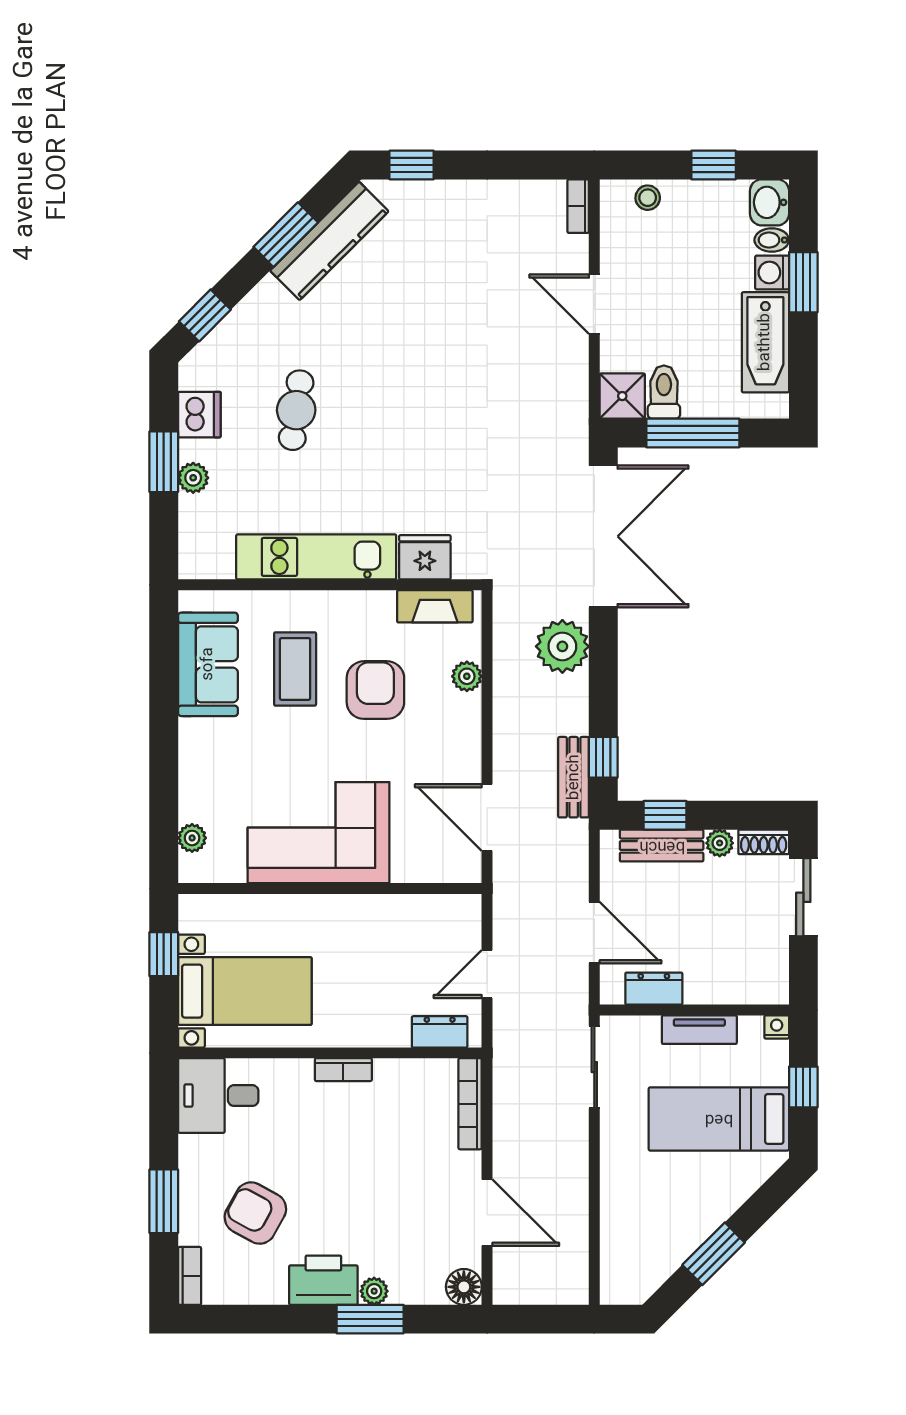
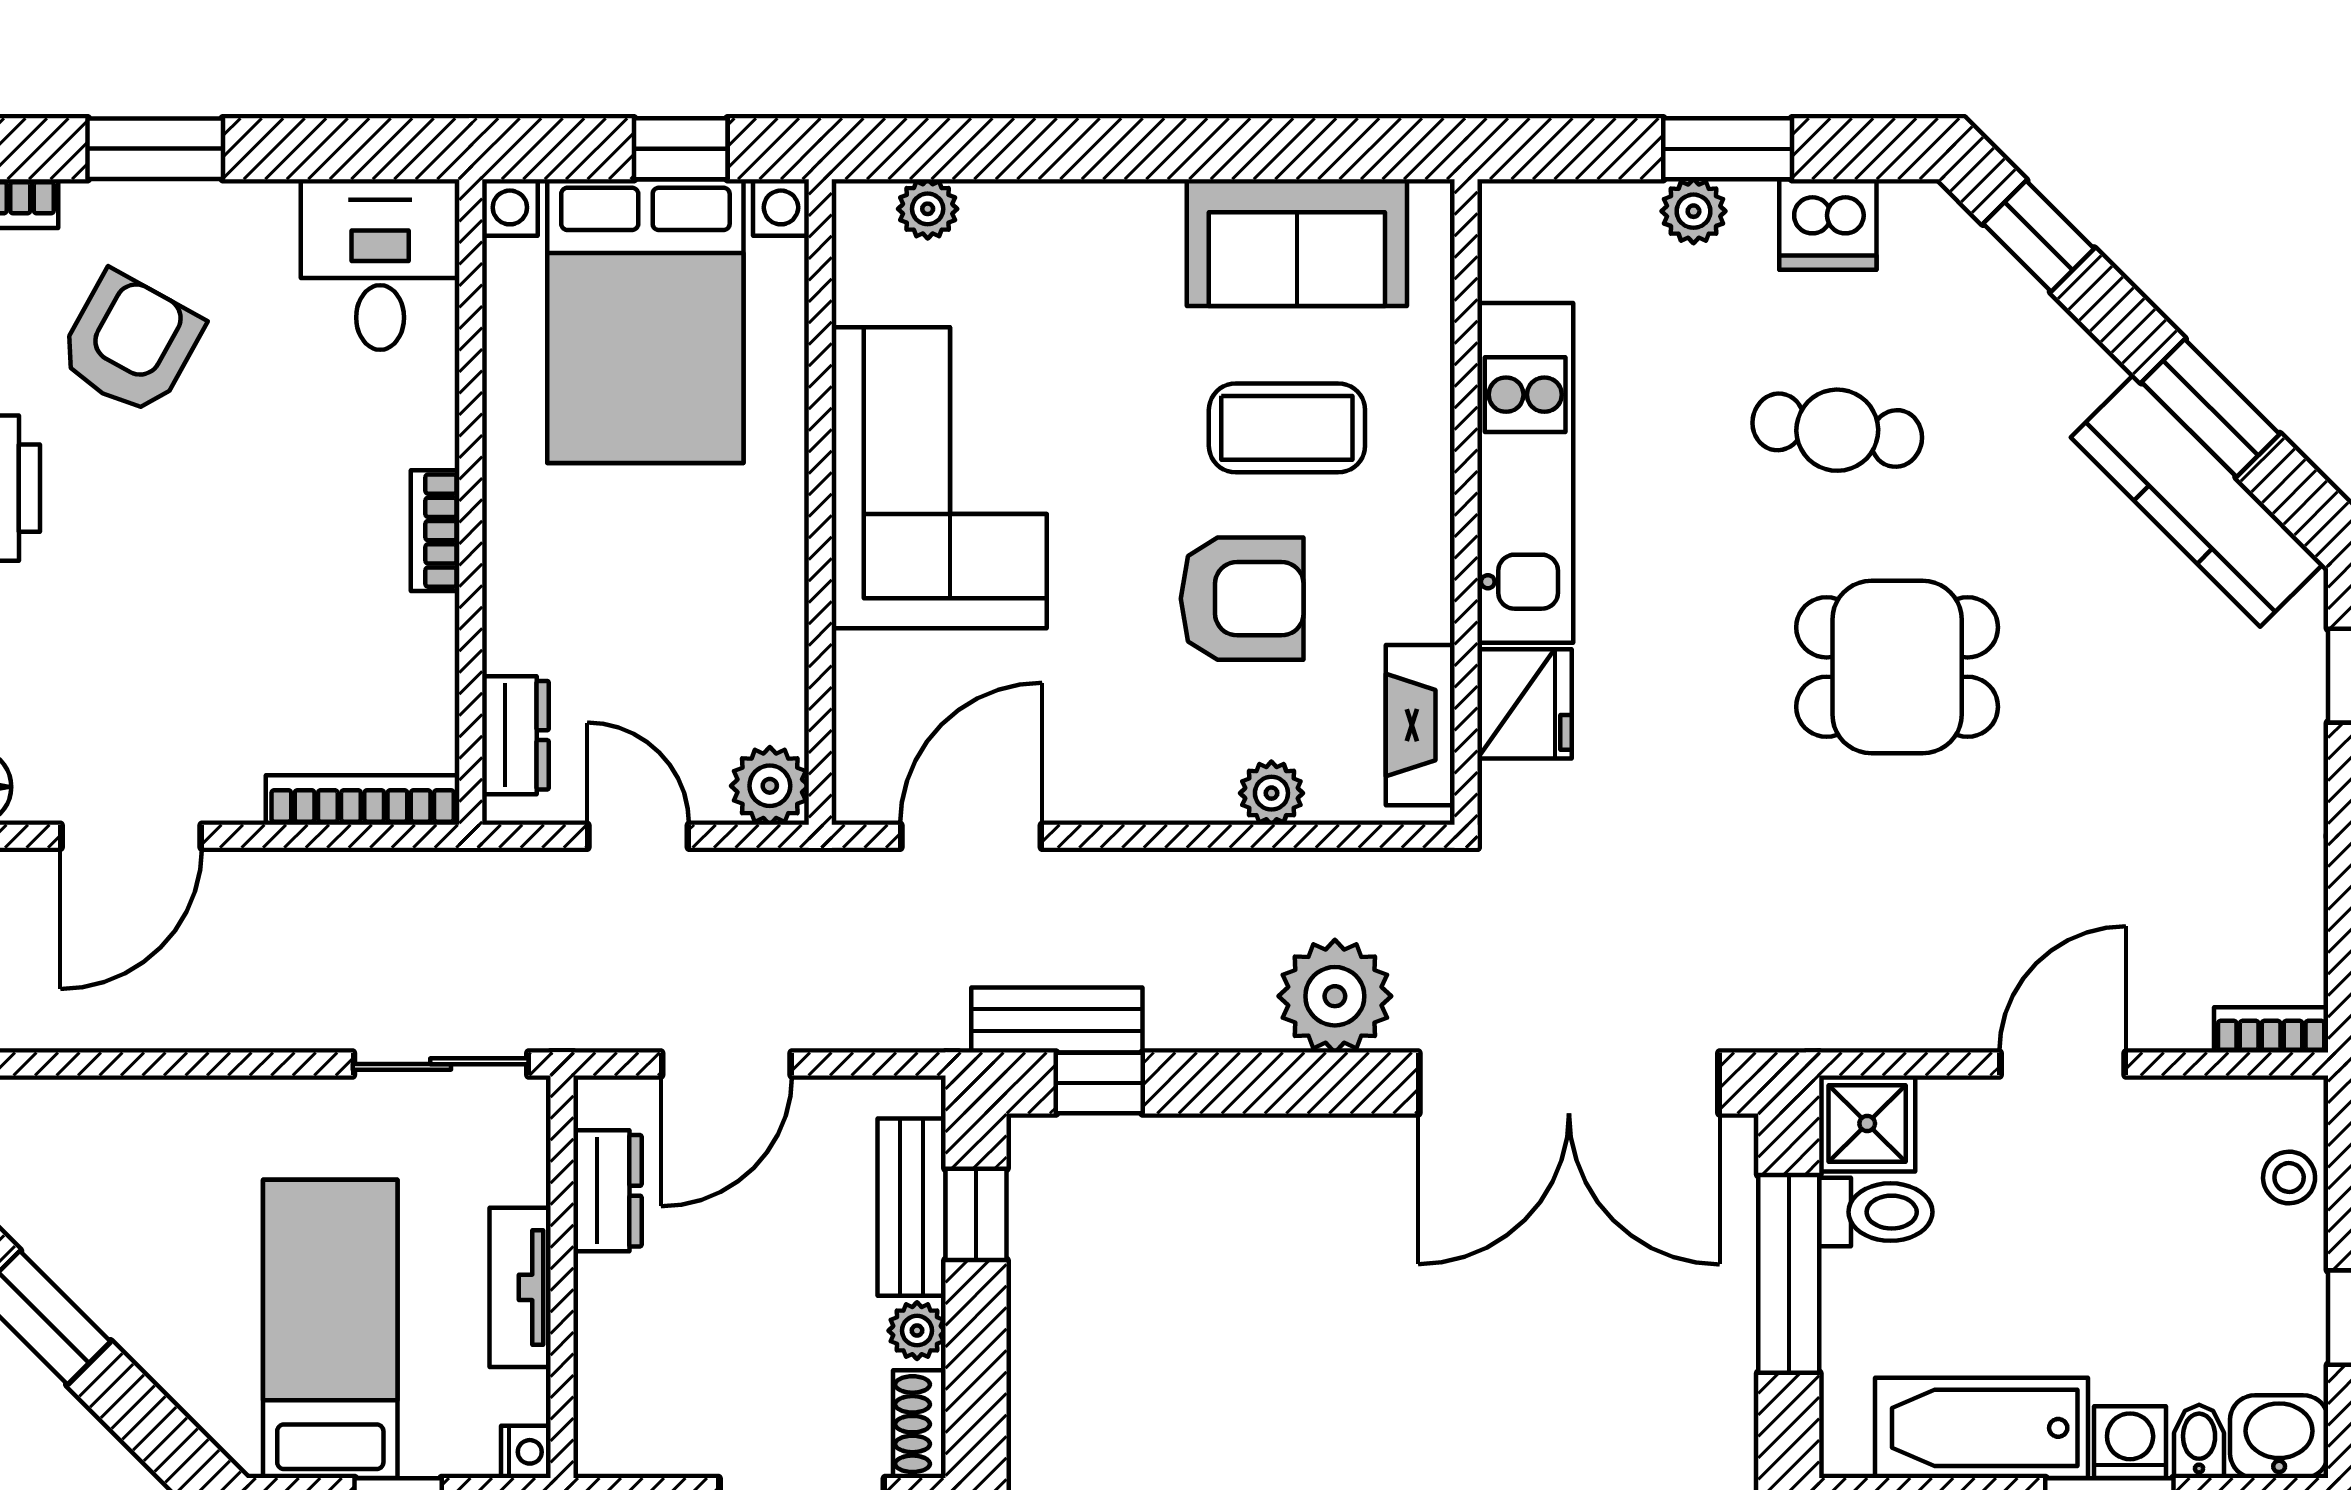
dining table: (408, 382) -> (1897, 667), added
plant: (463, 912) -> (770, 786), added
bed with nightstands: (245, 991) -> (645, 321), width x1.36

